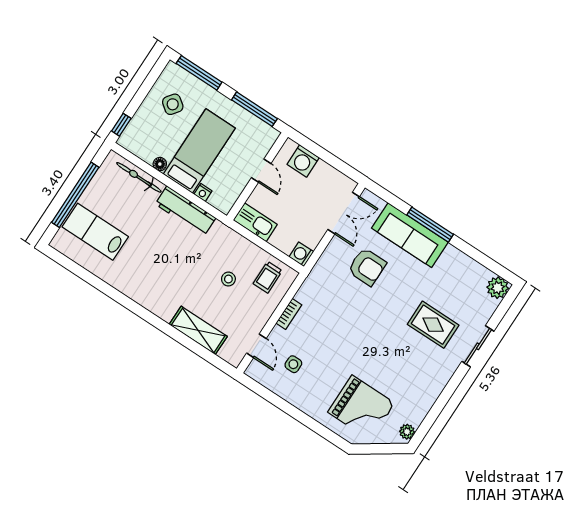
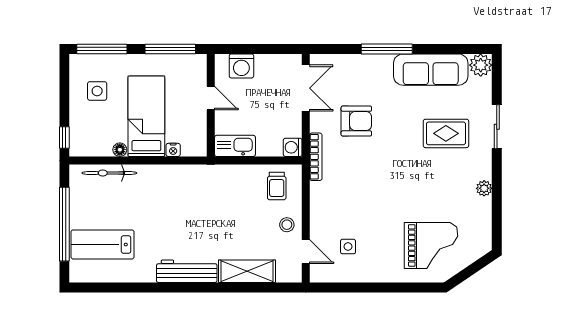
side table: (173, 104) -> (97, 91), turned -37
workbench: (185, 211) -> (187, 271), moved, turned 180
sofa: (410, 235) -> (431, 70), moved
stool: (228, 279) -> (287, 225), moved
bookcase: (289, 314) -> (316, 157), moved, width x1.56
plant: (407, 432) -> (484, 188), moved

